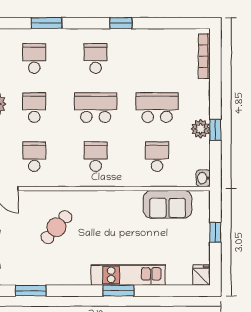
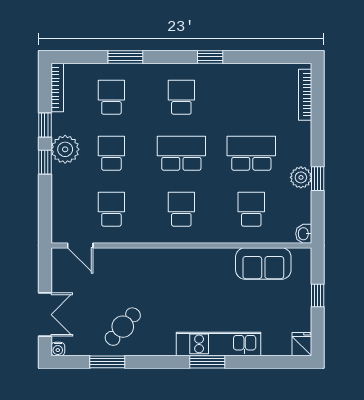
cafe table: (56, 227) -> (123, 327), moved

